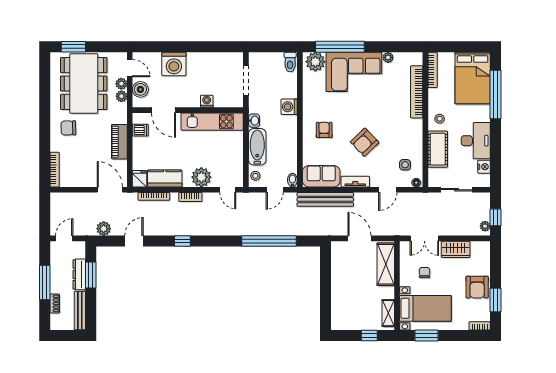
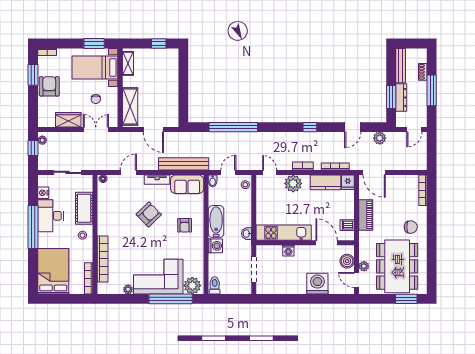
window: (495, 95) -> (33, 227), moved
plant: (121, 96) -> (364, 255), removed
bathtub: (257, 147) -> (216, 222), moved, turned 180
side table: (405, 165) -> (113, 194), removed
window: (369, 335) -> (159, 44), moved

